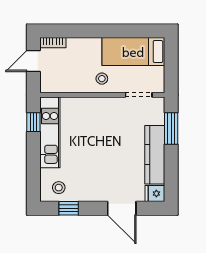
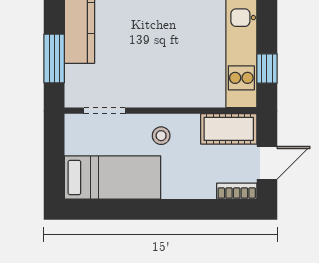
cot: (58, 83) -> (229, 129), added

